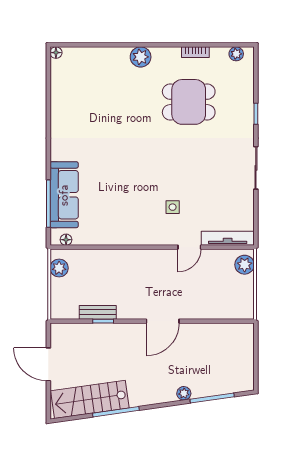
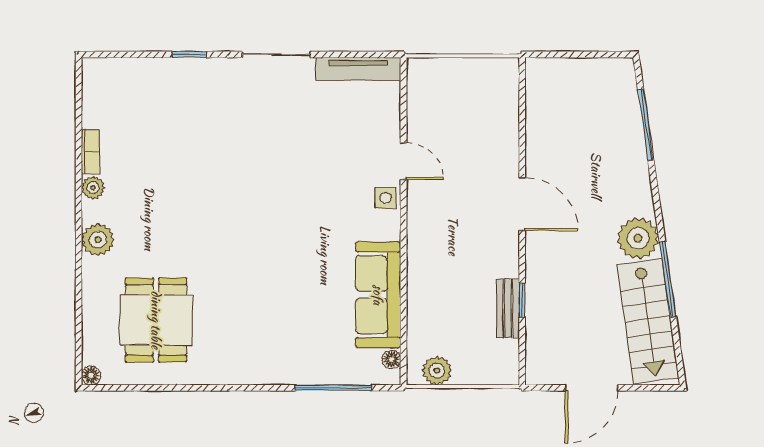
plant: (236, 54) -> (93, 188), moved
dining table: (189, 102) -> (156, 320), moved
sofa: (64, 195) -> (378, 295), moved, turned -90
side table: (173, 207) -> (386, 198), moved
tv unit: (228, 238) -> (358, 69), moved, turned -90
plant: (245, 265) -> (432, 73), removed
plant: (184, 393) -> (638, 238), moved, width x1.88, depth x1.88

